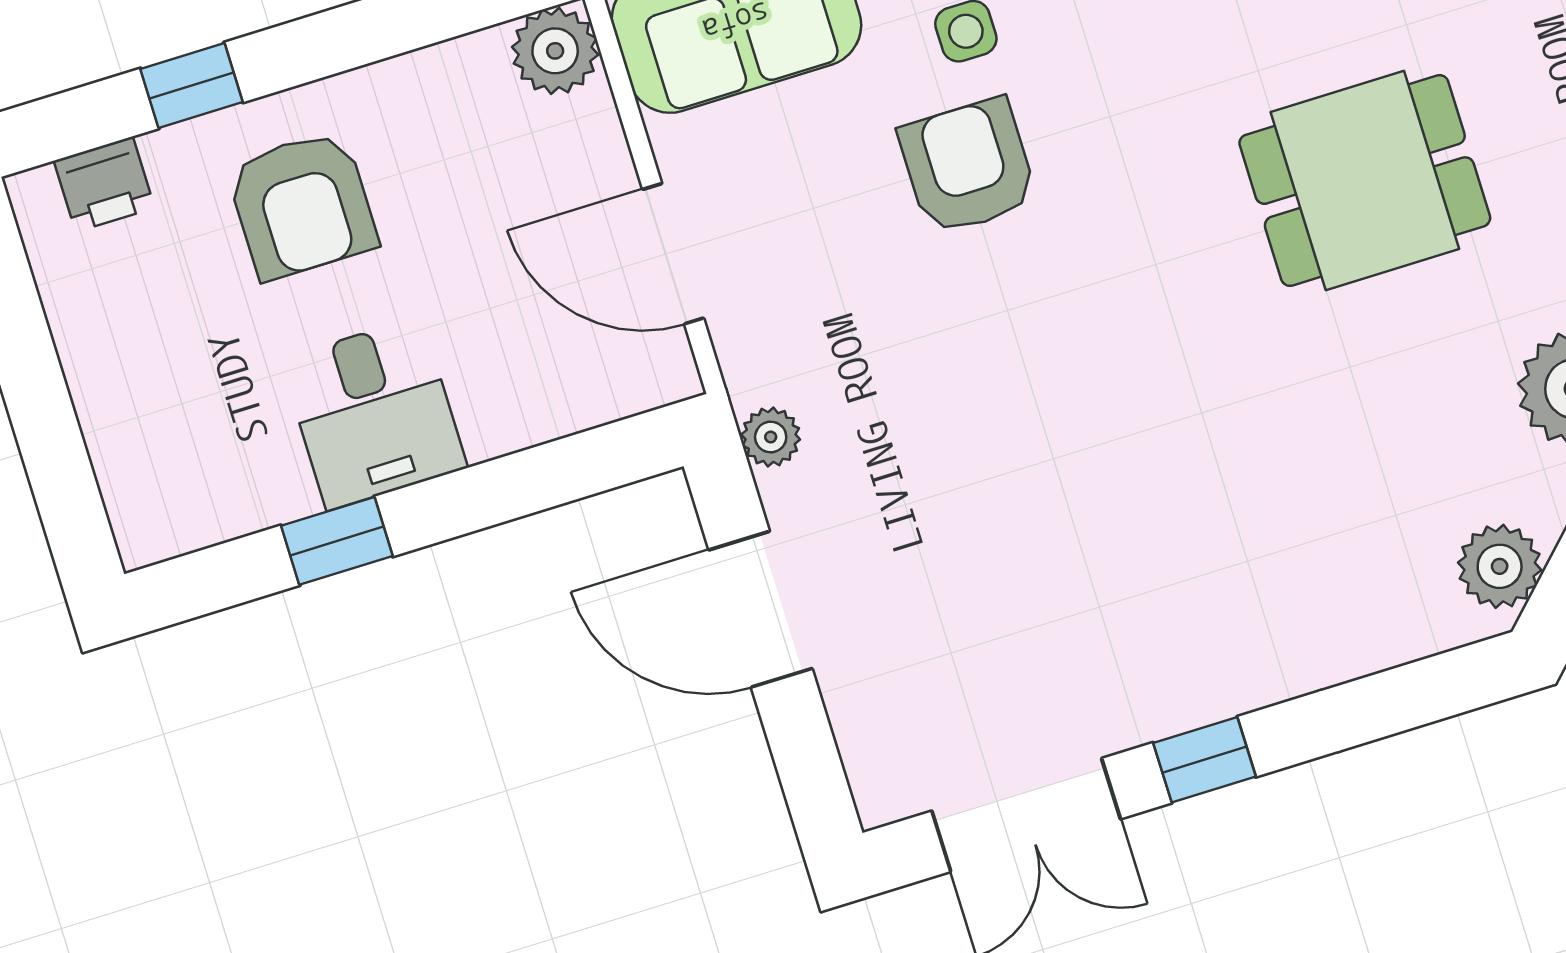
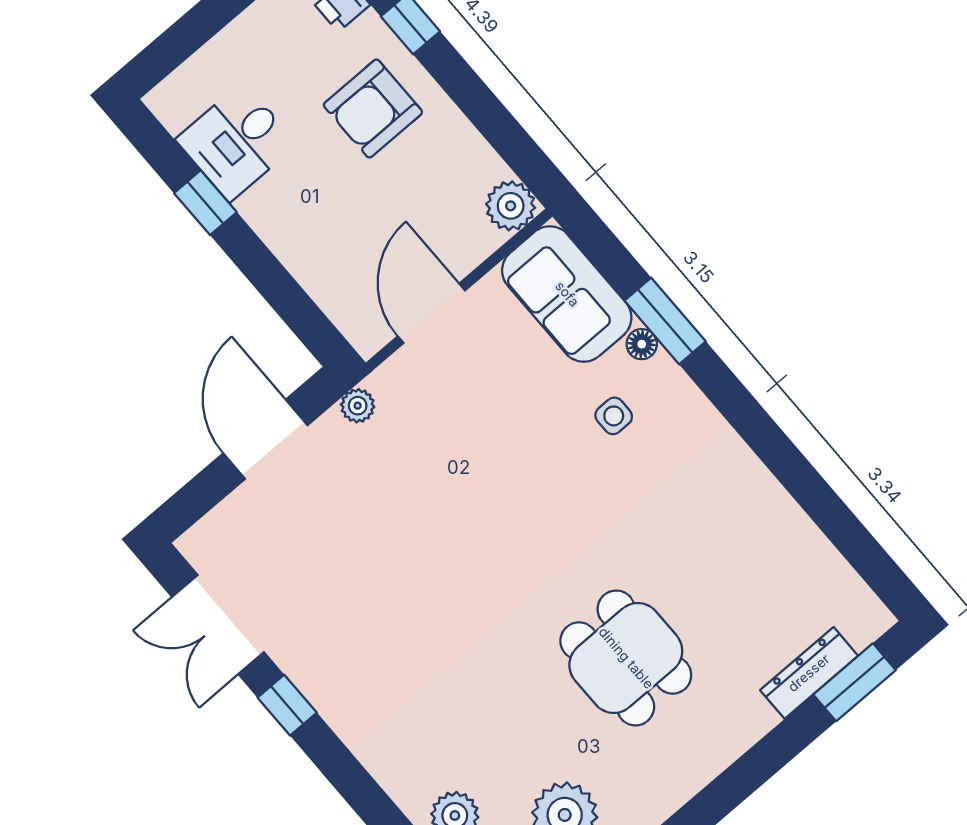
armchair: (968, 166) -> (543, 447), removed
desk: (374, 413) -> (236, 142), moved

